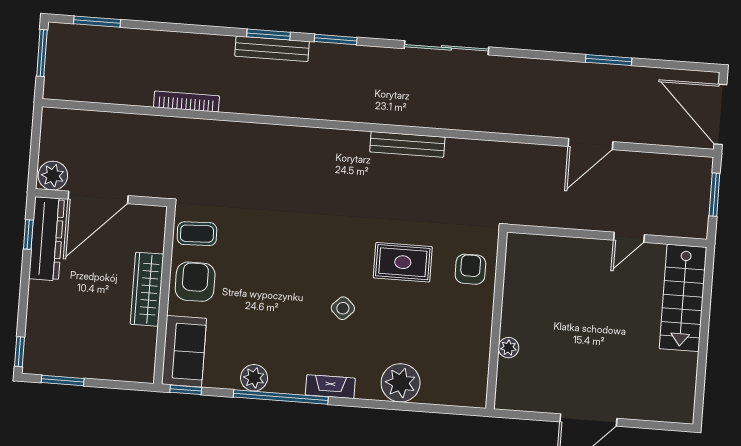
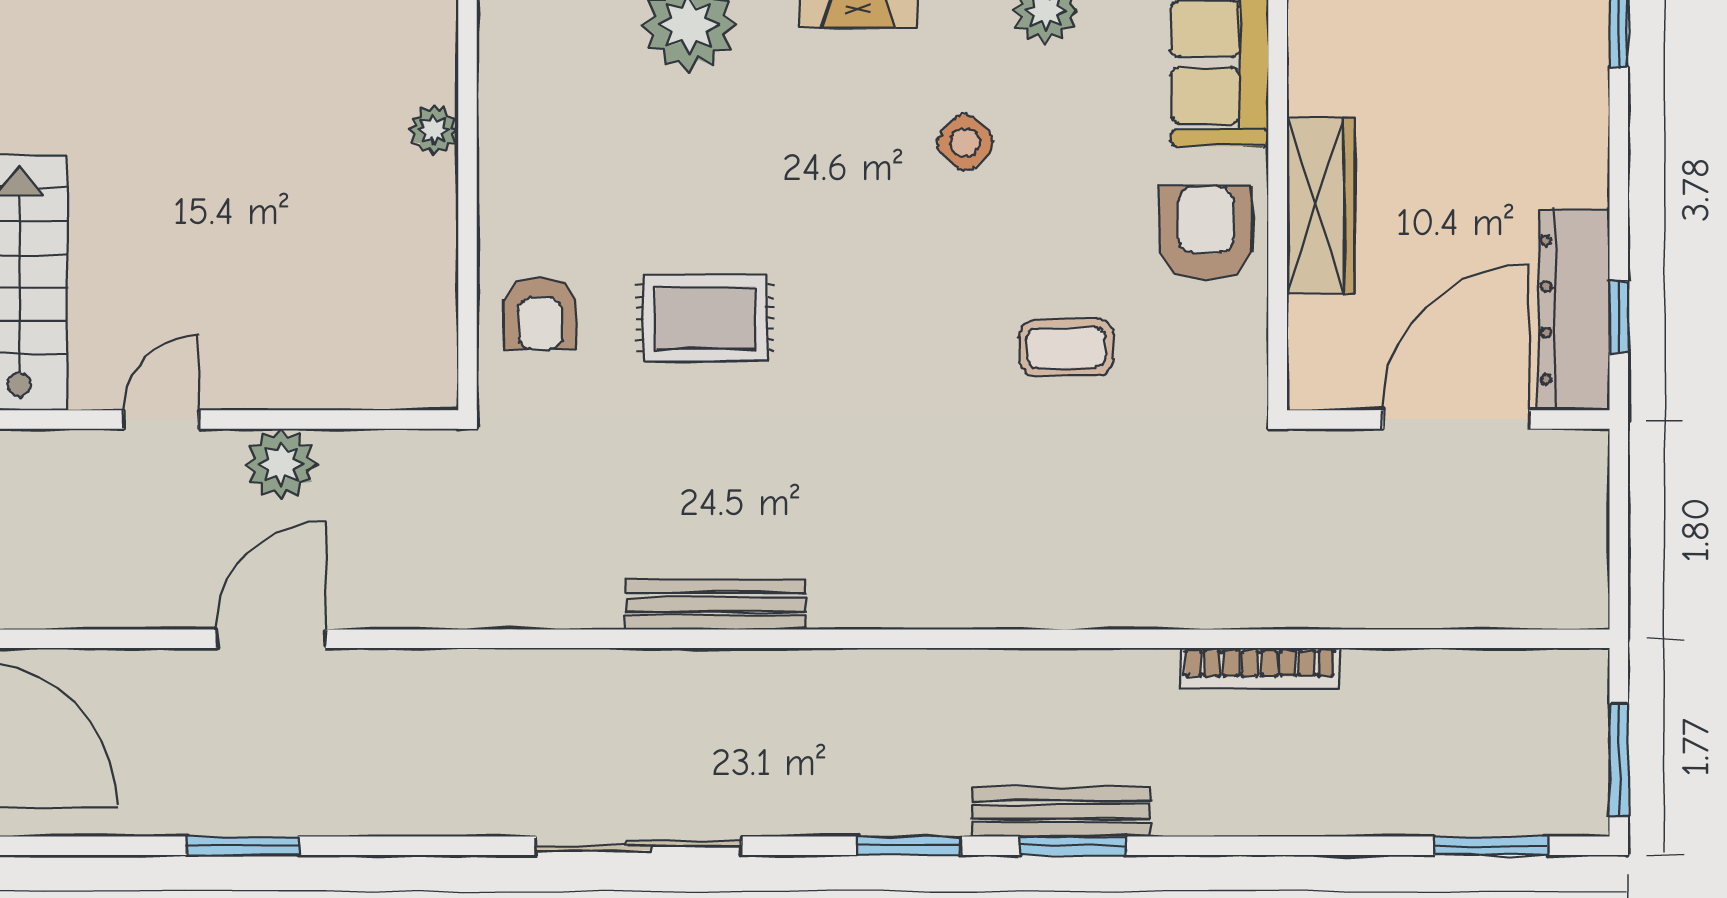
plant: (53, 176) -> (281, 464), moved
coffee table: (197, 234) -> (1067, 347), moved
armchair: (195, 282) -> (1206, 233), turned 180
side table: (343, 308) -> (965, 143), moved

